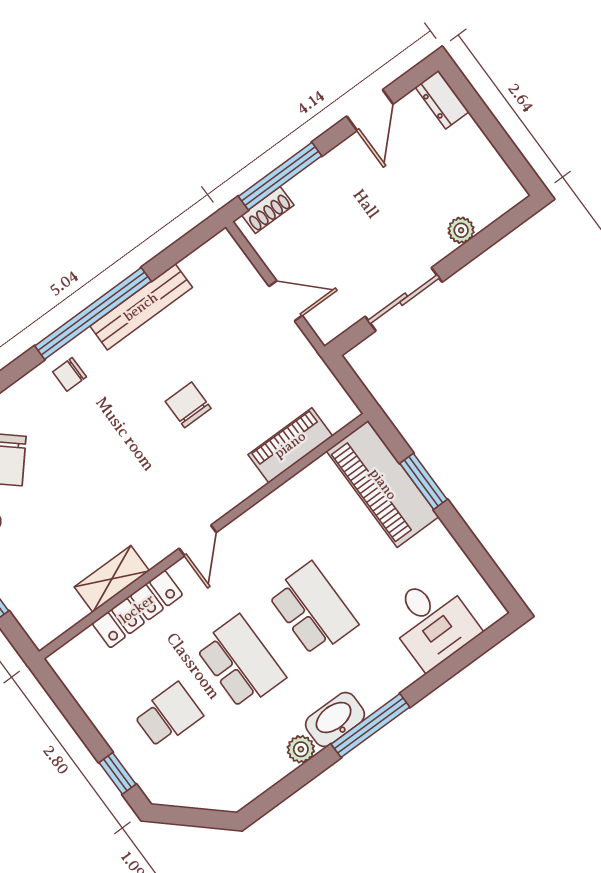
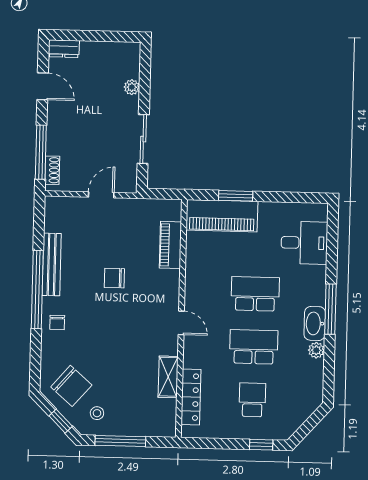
locker: (137, 609) -> (191, 397), moved

